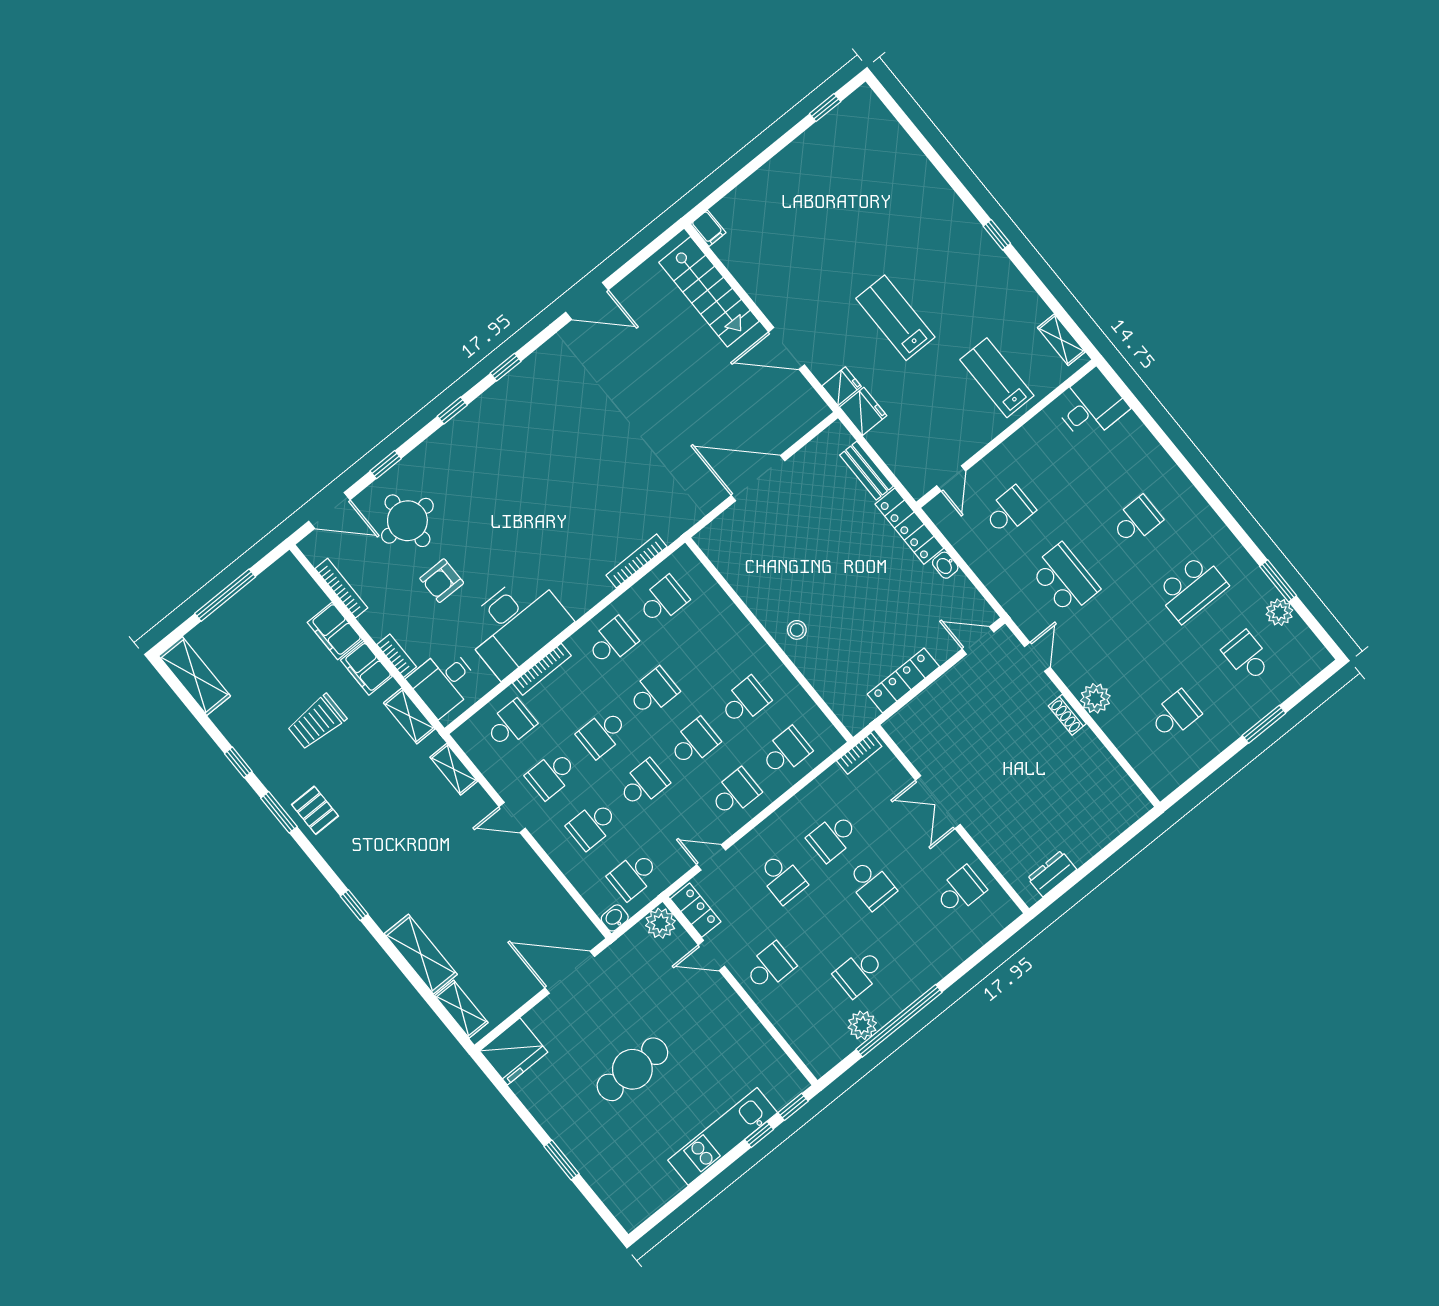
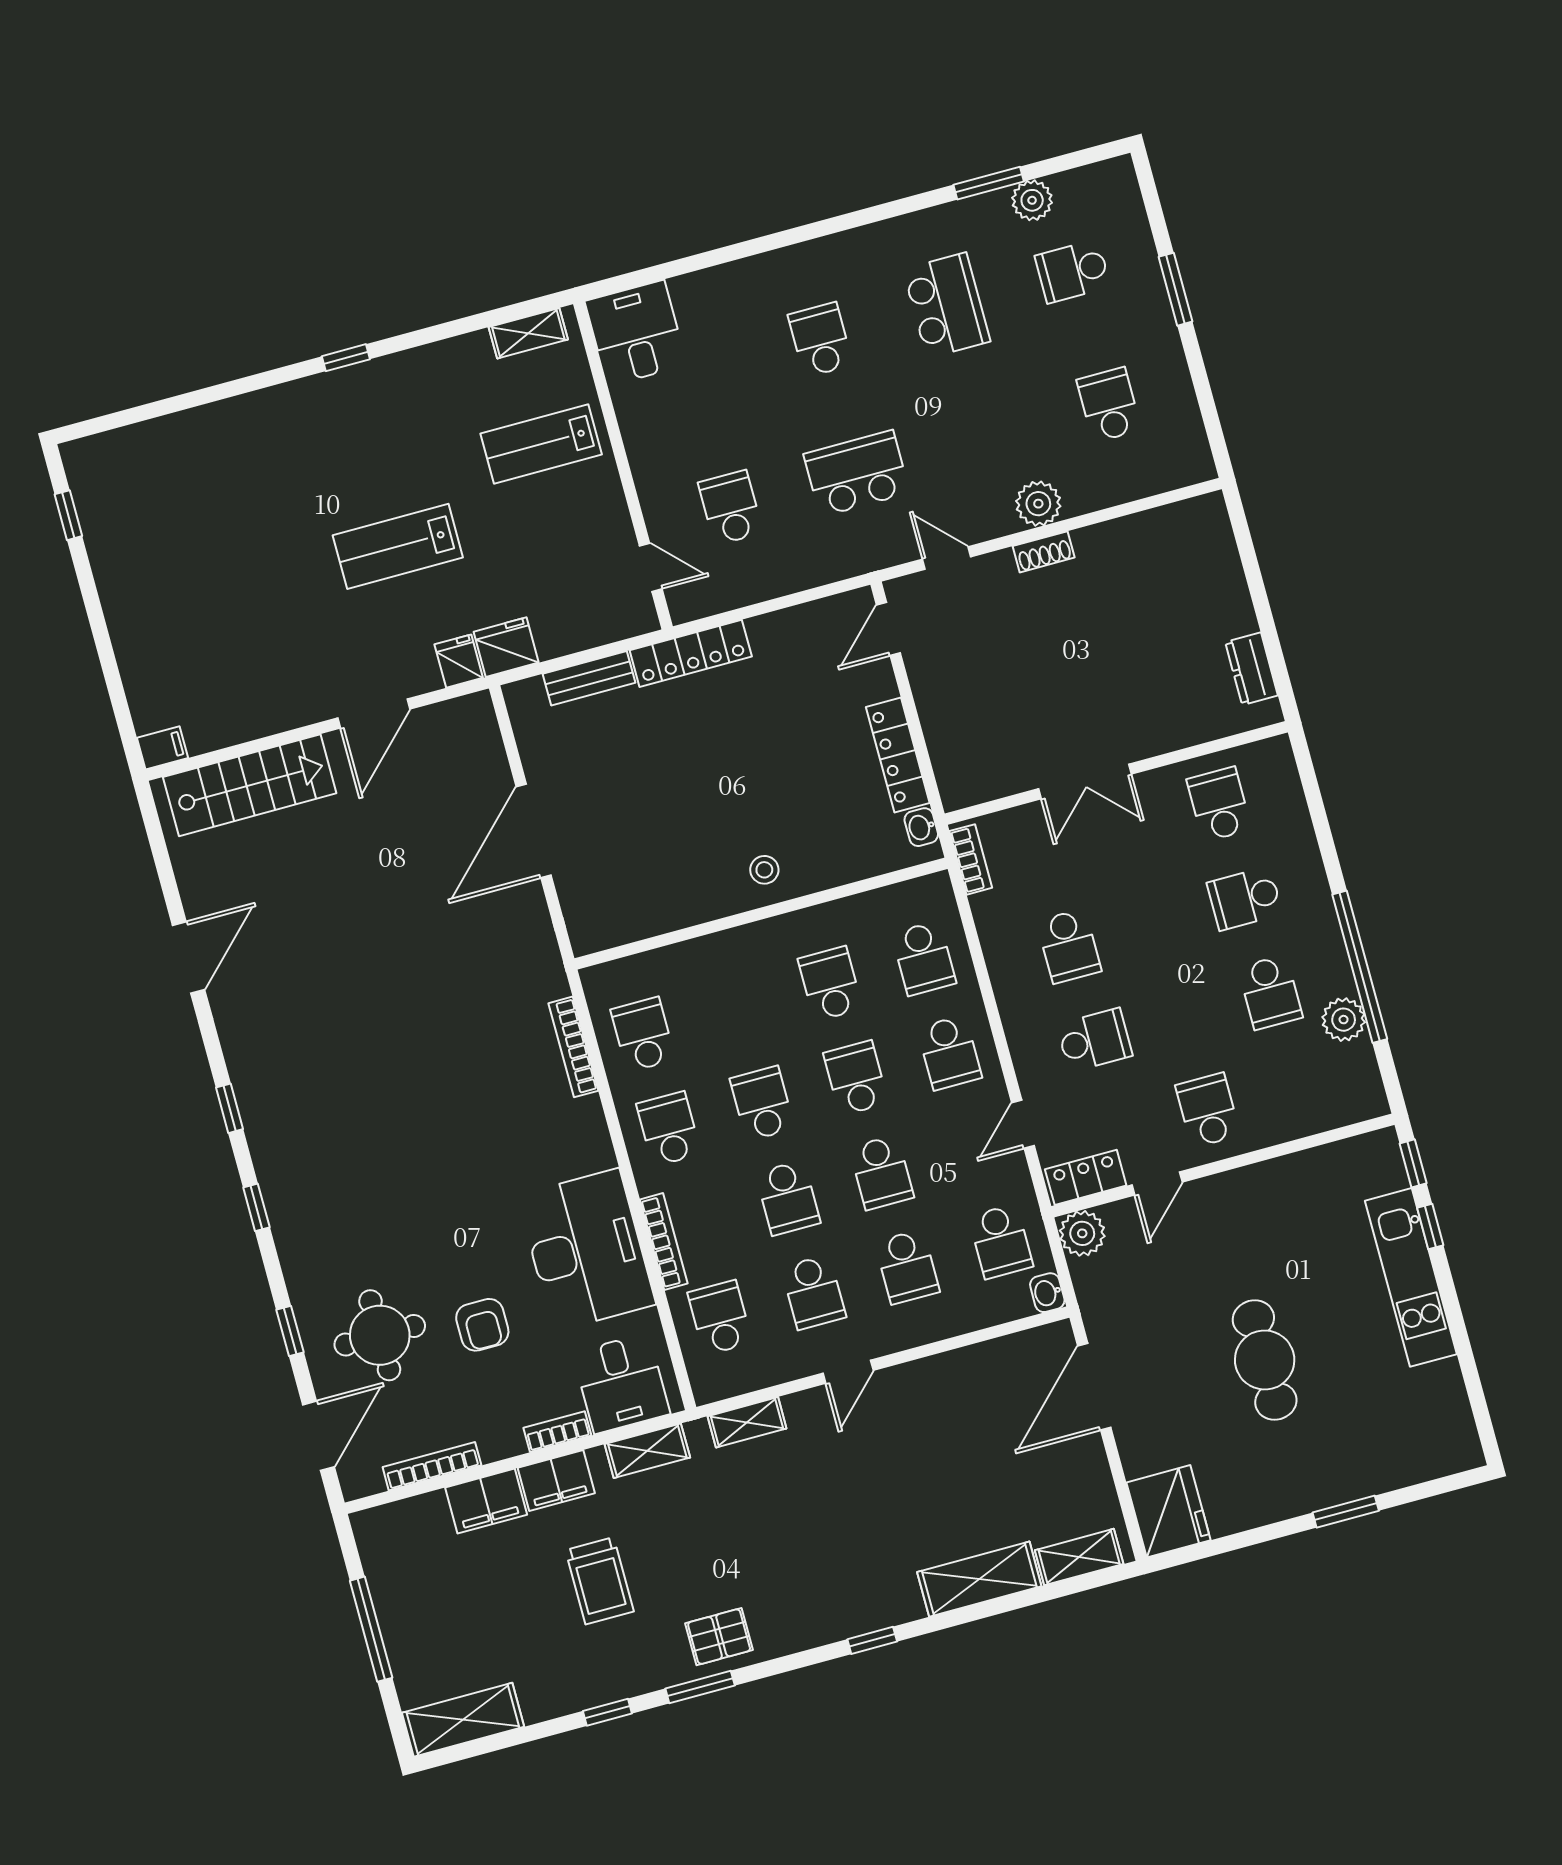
washbasin: (945, 565) -> (921, 827), moved, turned 90
school desk: (786, 752) -> (924, 958), turned 180
school desk: (643, 784) -> (881, 1172), turned 180
school desk: (735, 793) -> (949, 1053), turned 180
school desk: (871, 884) -> (1245, 898), moved, turned 180

